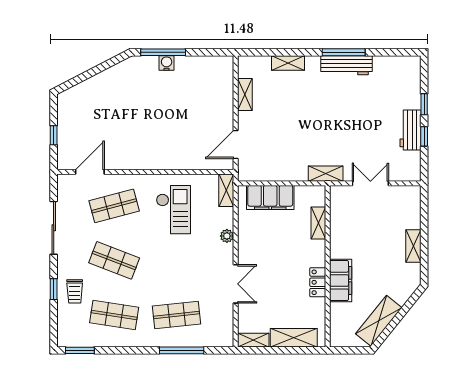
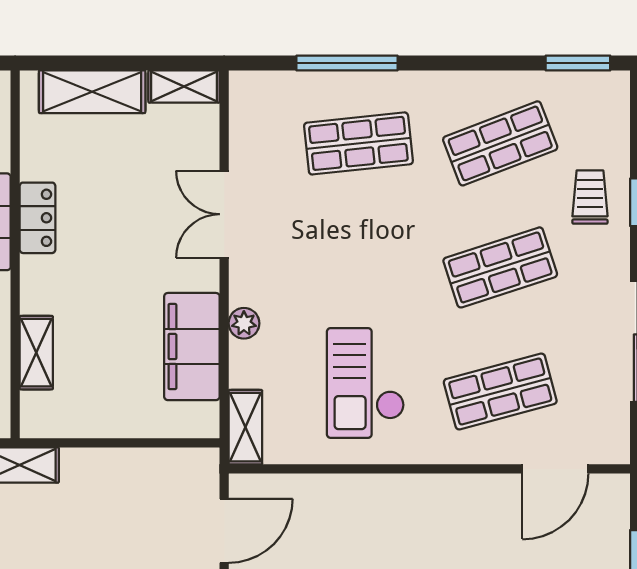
filing cabinet: (270, 197) -> (192, 347), moved, turned -90
shop shelf: (114, 260) -> (500, 267), turned -39
shop shelf: (114, 315) -> (500, 143), turned -30

